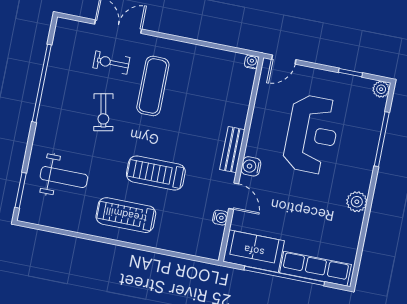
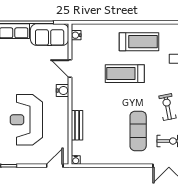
bench: (232, 150) -> (77, 125), moved
treadmill: (156, 173) -> (125, 74), turned 180
water cooler: (220, 218) -> (76, 35), moved

